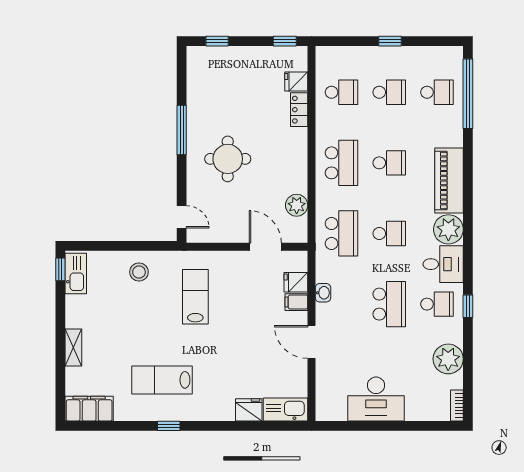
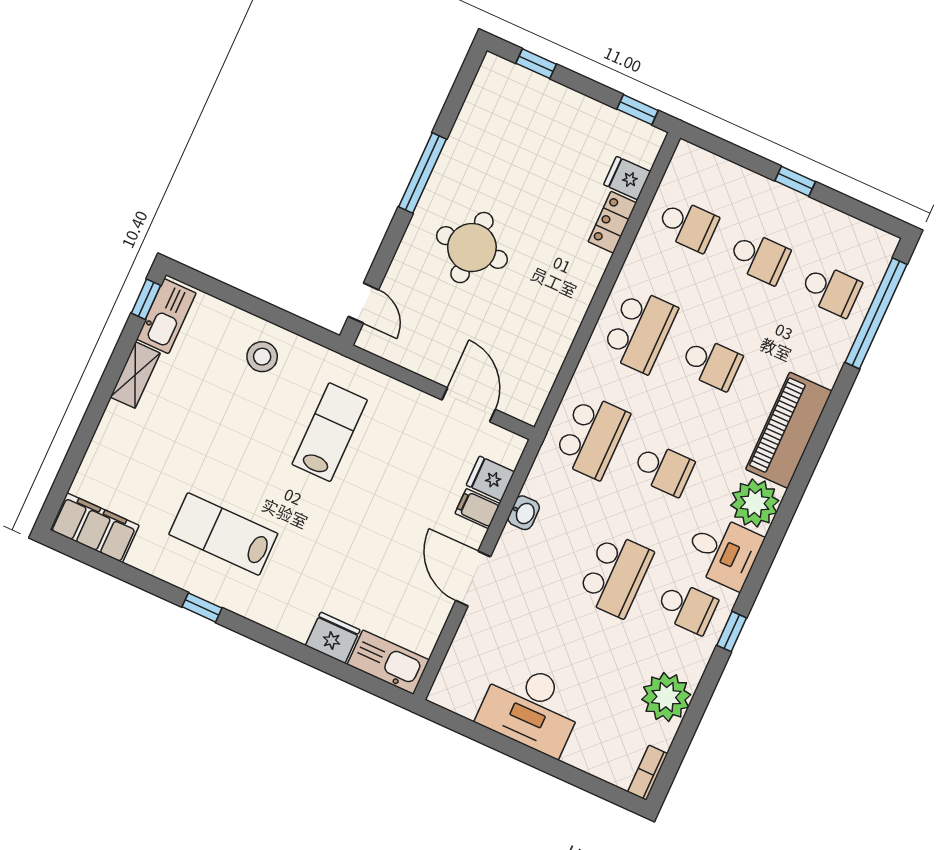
plant: (297, 205) -> (544, 364), removed
shelving: (73, 347) -> (135, 375), moved

